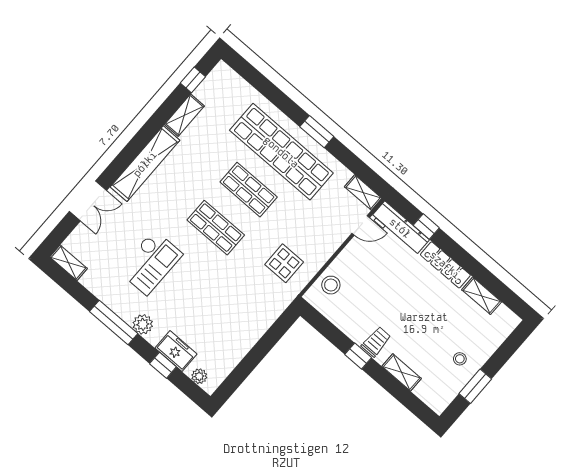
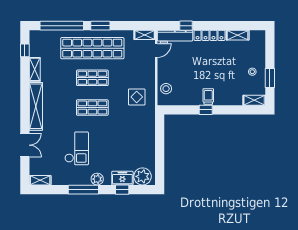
window: (267, 89) -> (62, 26), added
shelving: (402, 372) -> (254, 100), moved
plant: (199, 376) -> (143, 176), width x1.88, depth x1.88

